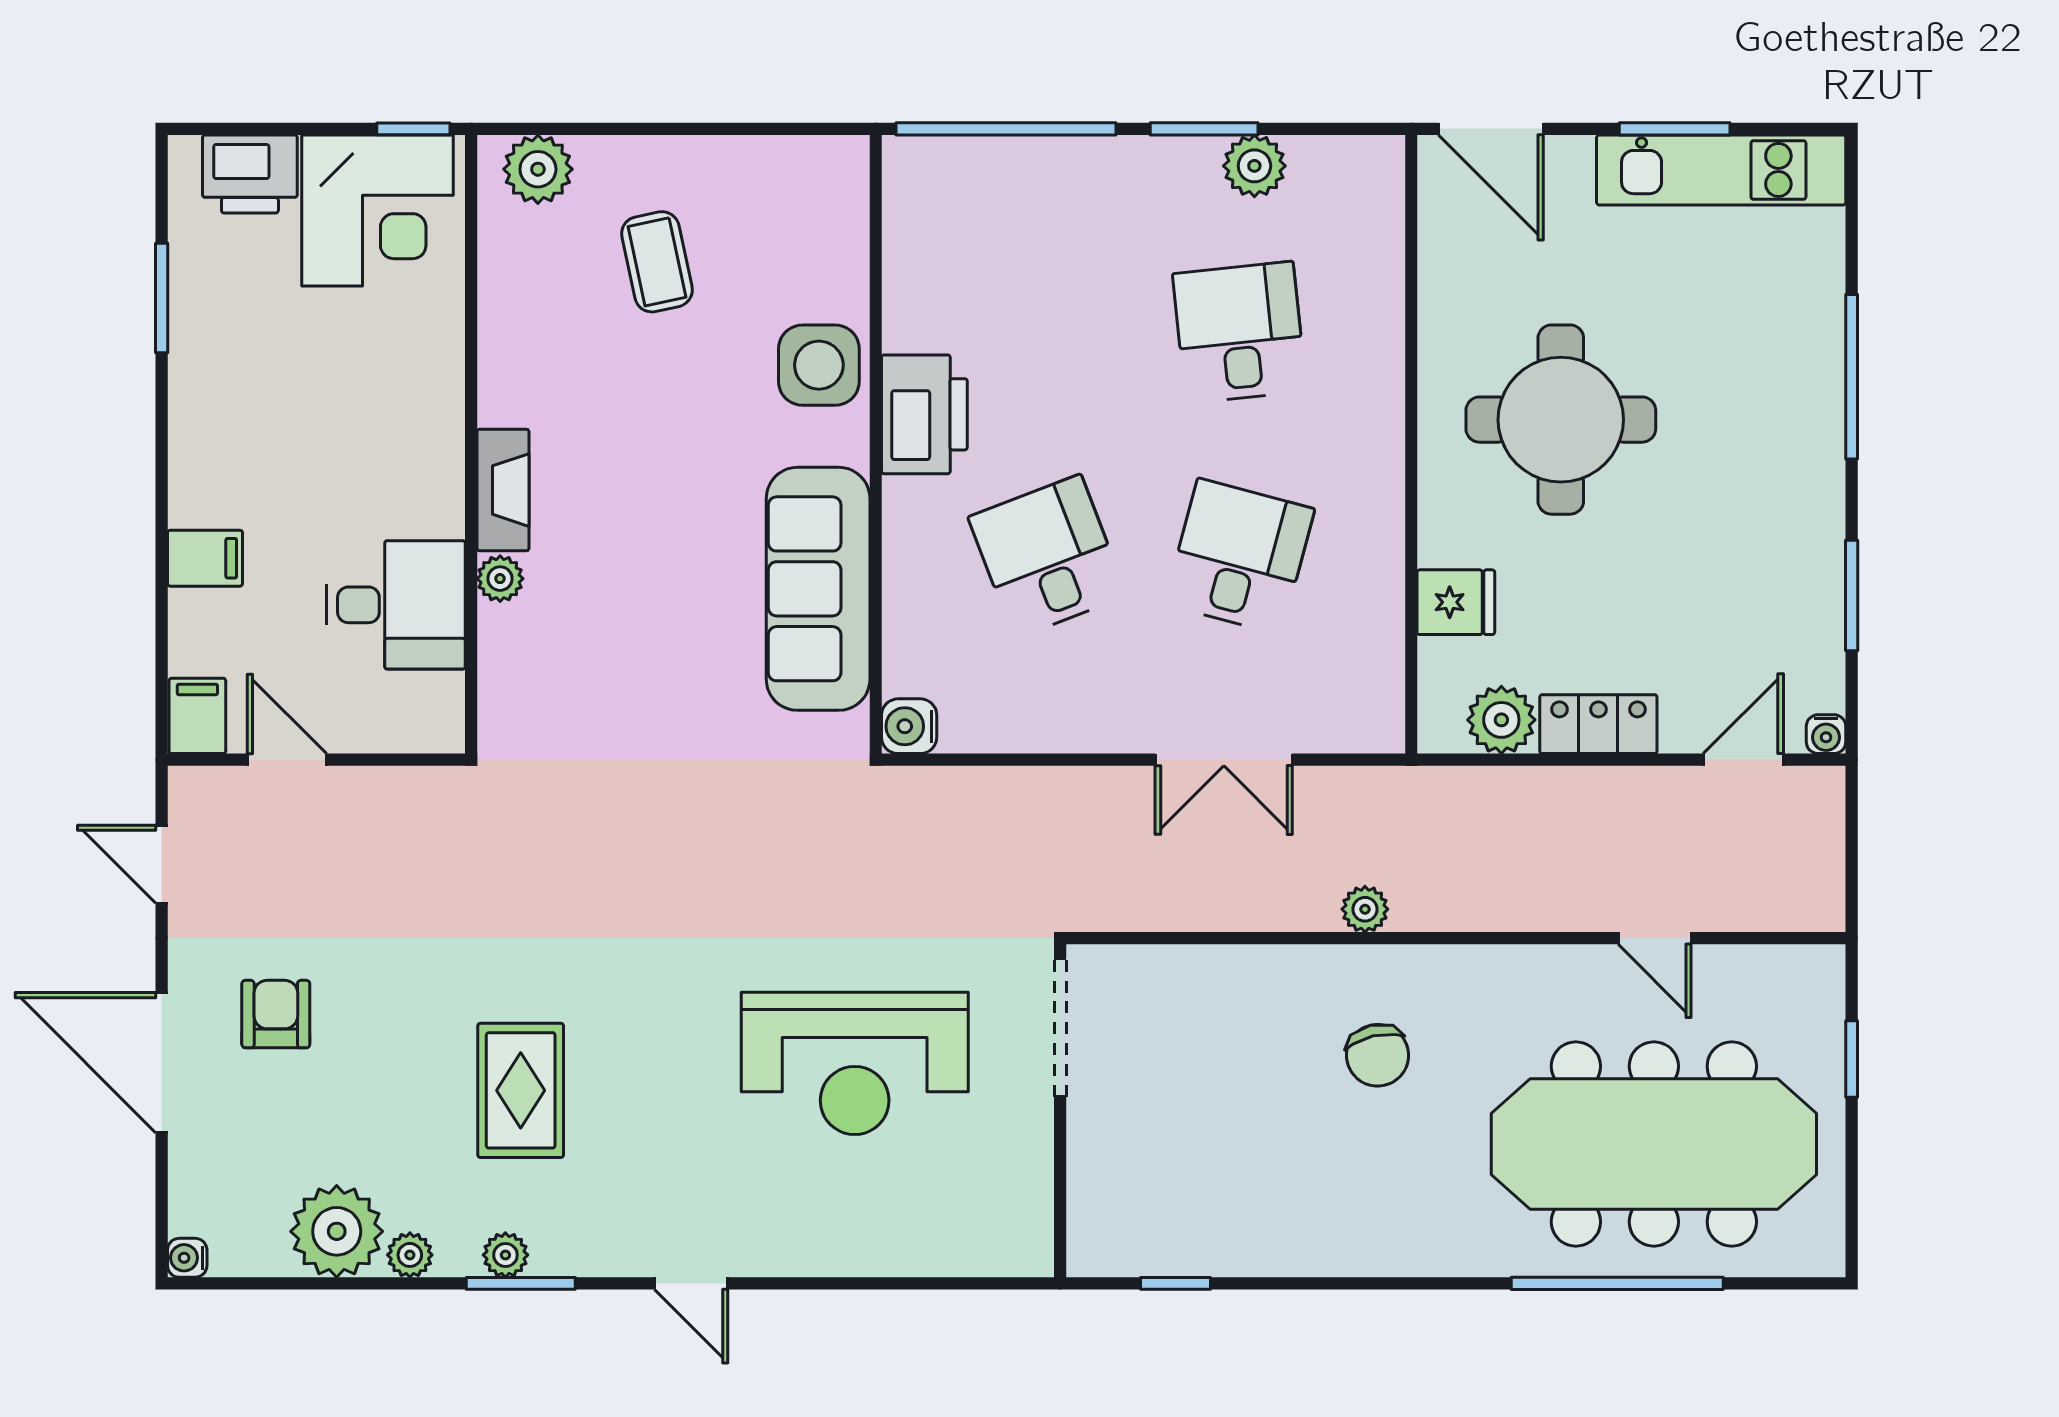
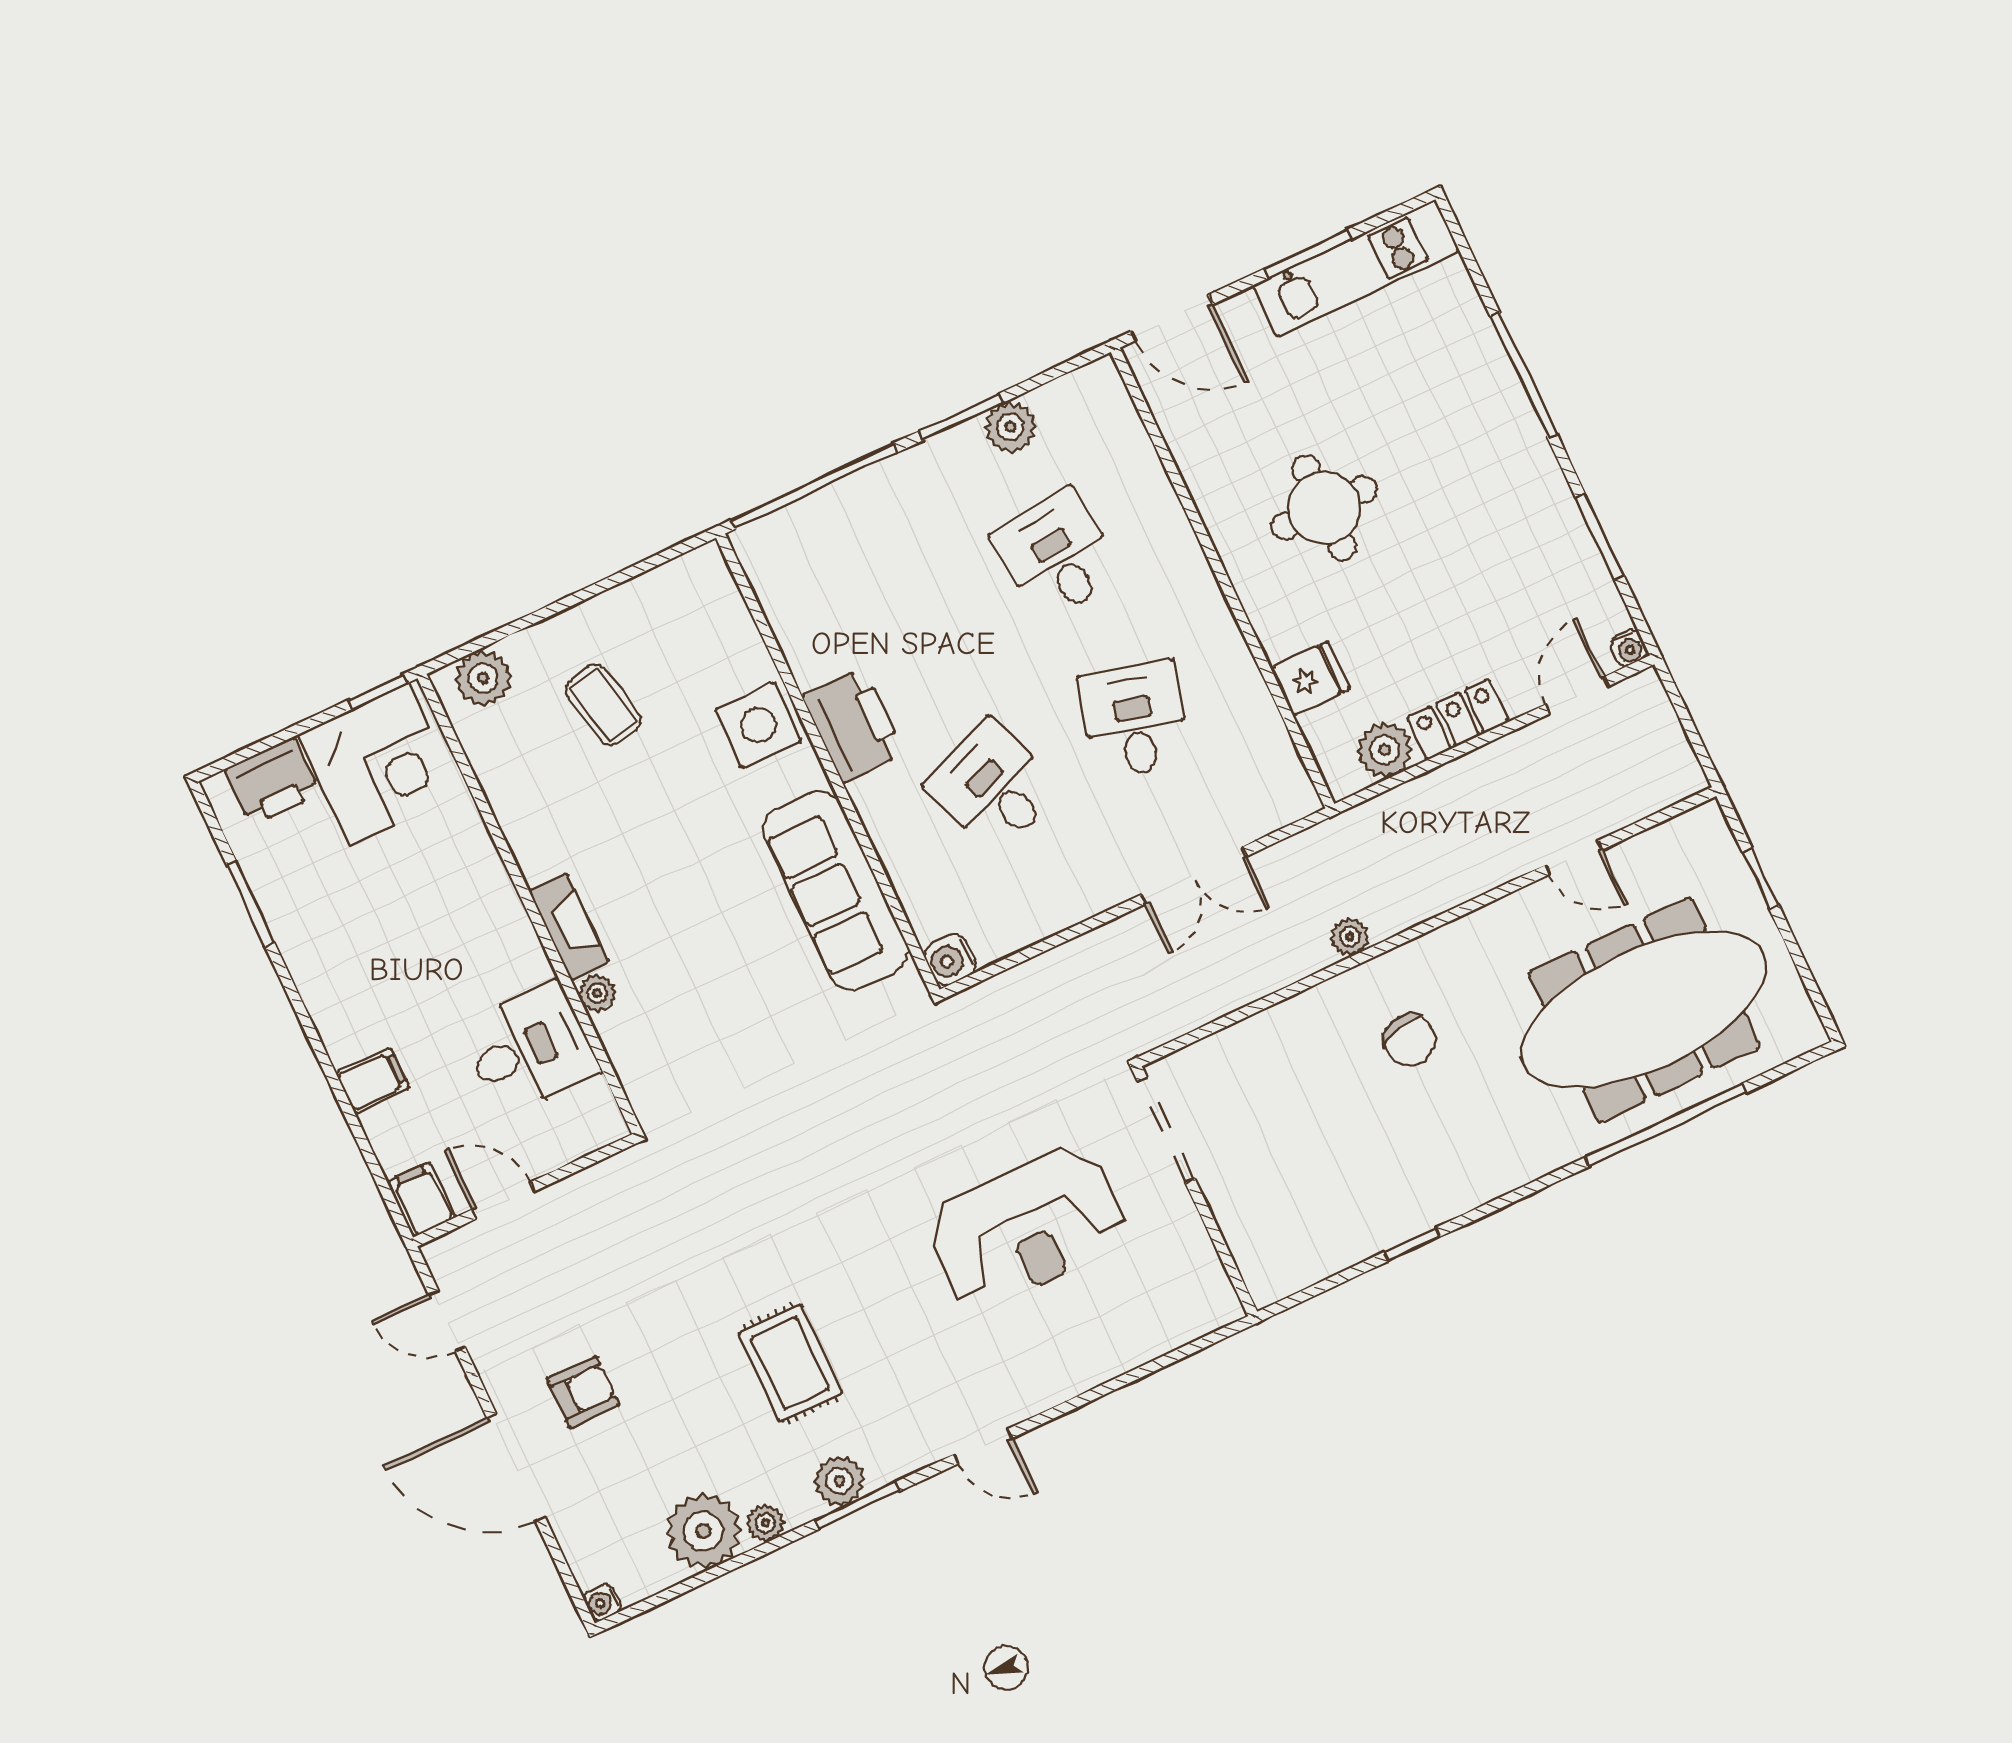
round table: (1561, 420) -> (1324, 508), width x0.73, depth x0.73
armchair: (276, 1014) -> (583, 1392), turned 90
plant: (505, 1255) -> (839, 1481), width x1.38, depth x1.38
window: (1175, 1283) -> (1412, 1244), moved

